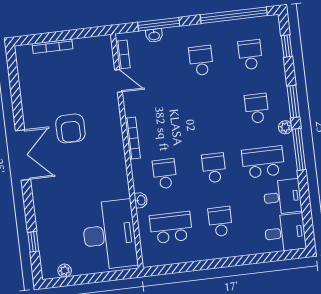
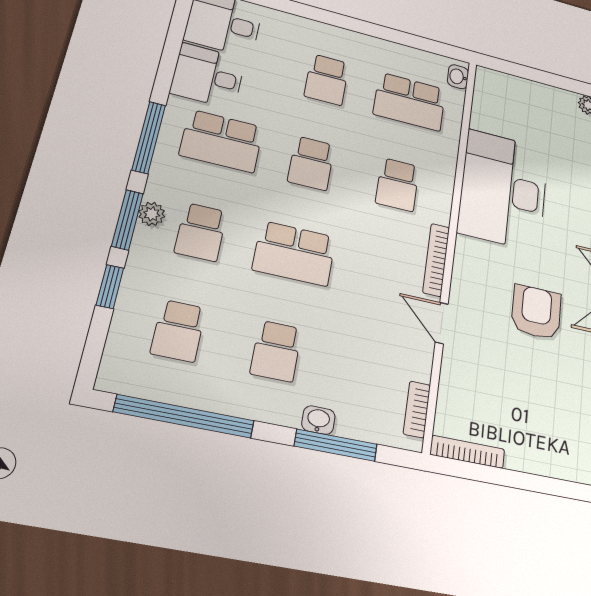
washbasin: (154, 36) -> (318, 420), moved
bookcase: (52, 46) -> (467, 452), moved
window: (287, 46) -> (110, 287), moved
door: (118, 81) -> (442, 323), moved
school desk: (207, 114) -> (294, 253), added
plant: (285, 127) -> (152, 214), moved
washbasin: (141, 200) -> (458, 77), moved
desk: (109, 235) -> (504, 190), moved

